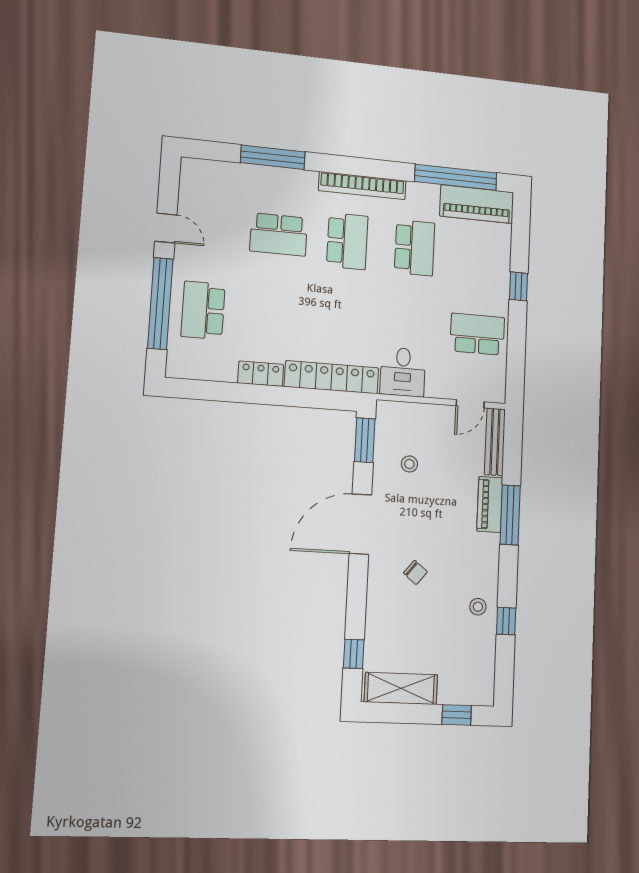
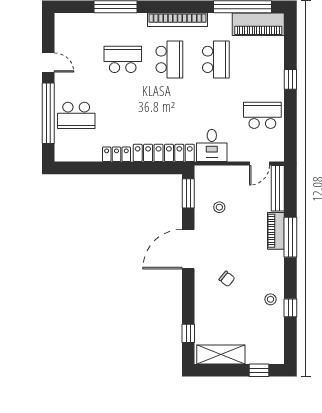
school desk: (279, 234) -> (123, 59), turned 180
school desk: (203, 310) -> (76, 115), turned -90

